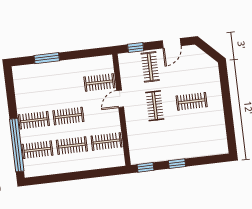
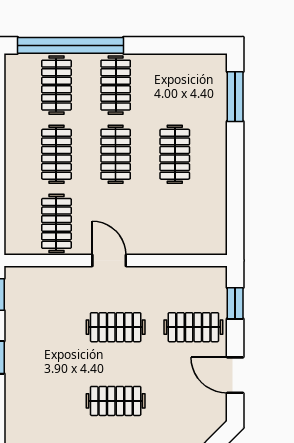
window: (47, 58) -> (235, 97), moved
clothes rail: (99, 82) -> (175, 154), moved
door: (120, 99) -> (109, 260), moved
clothes rail: (192, 101) -> (116, 401), turned 90

